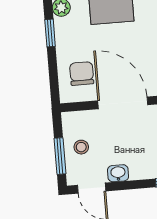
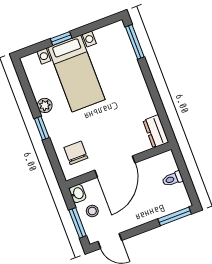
door: (123, 103) -> (115, 167), swing flipped
washbasin: (118, 173) -> (78, 194), moved, turned 90

